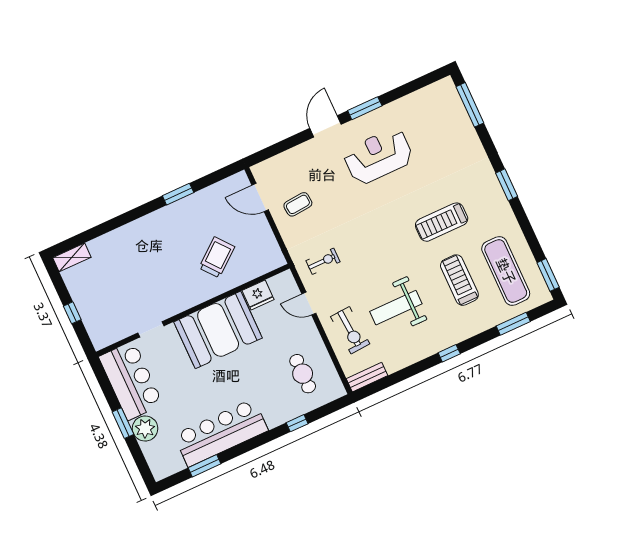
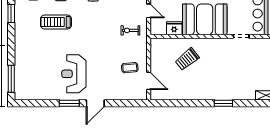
reception desk: (378, 156) -> (74, 74), turned 90
window: (507, 185) -> (11, 14), moved
window: (178, 194) -> (223, 103), moved
treadmill: (442, 222) -> (56, 22), turned 180

